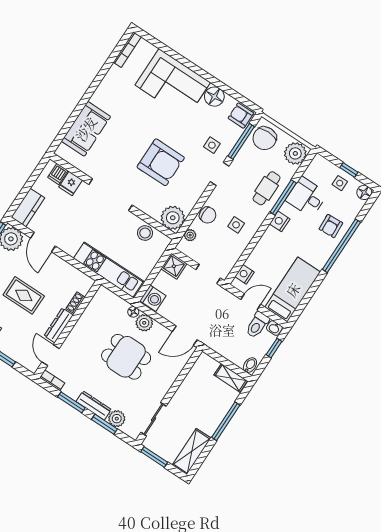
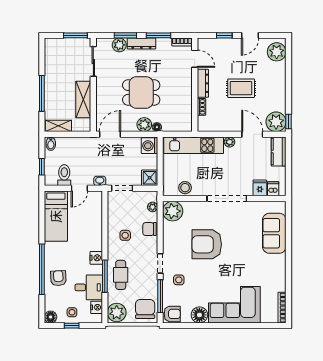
plant: (71, 249) -> (229, 142), added
nightstand: (244, 274) -> (97, 307), moved
washbasin: (274, 328) -> (100, 181), moved
shelving: (192, 452) -> (83, 99), moved

